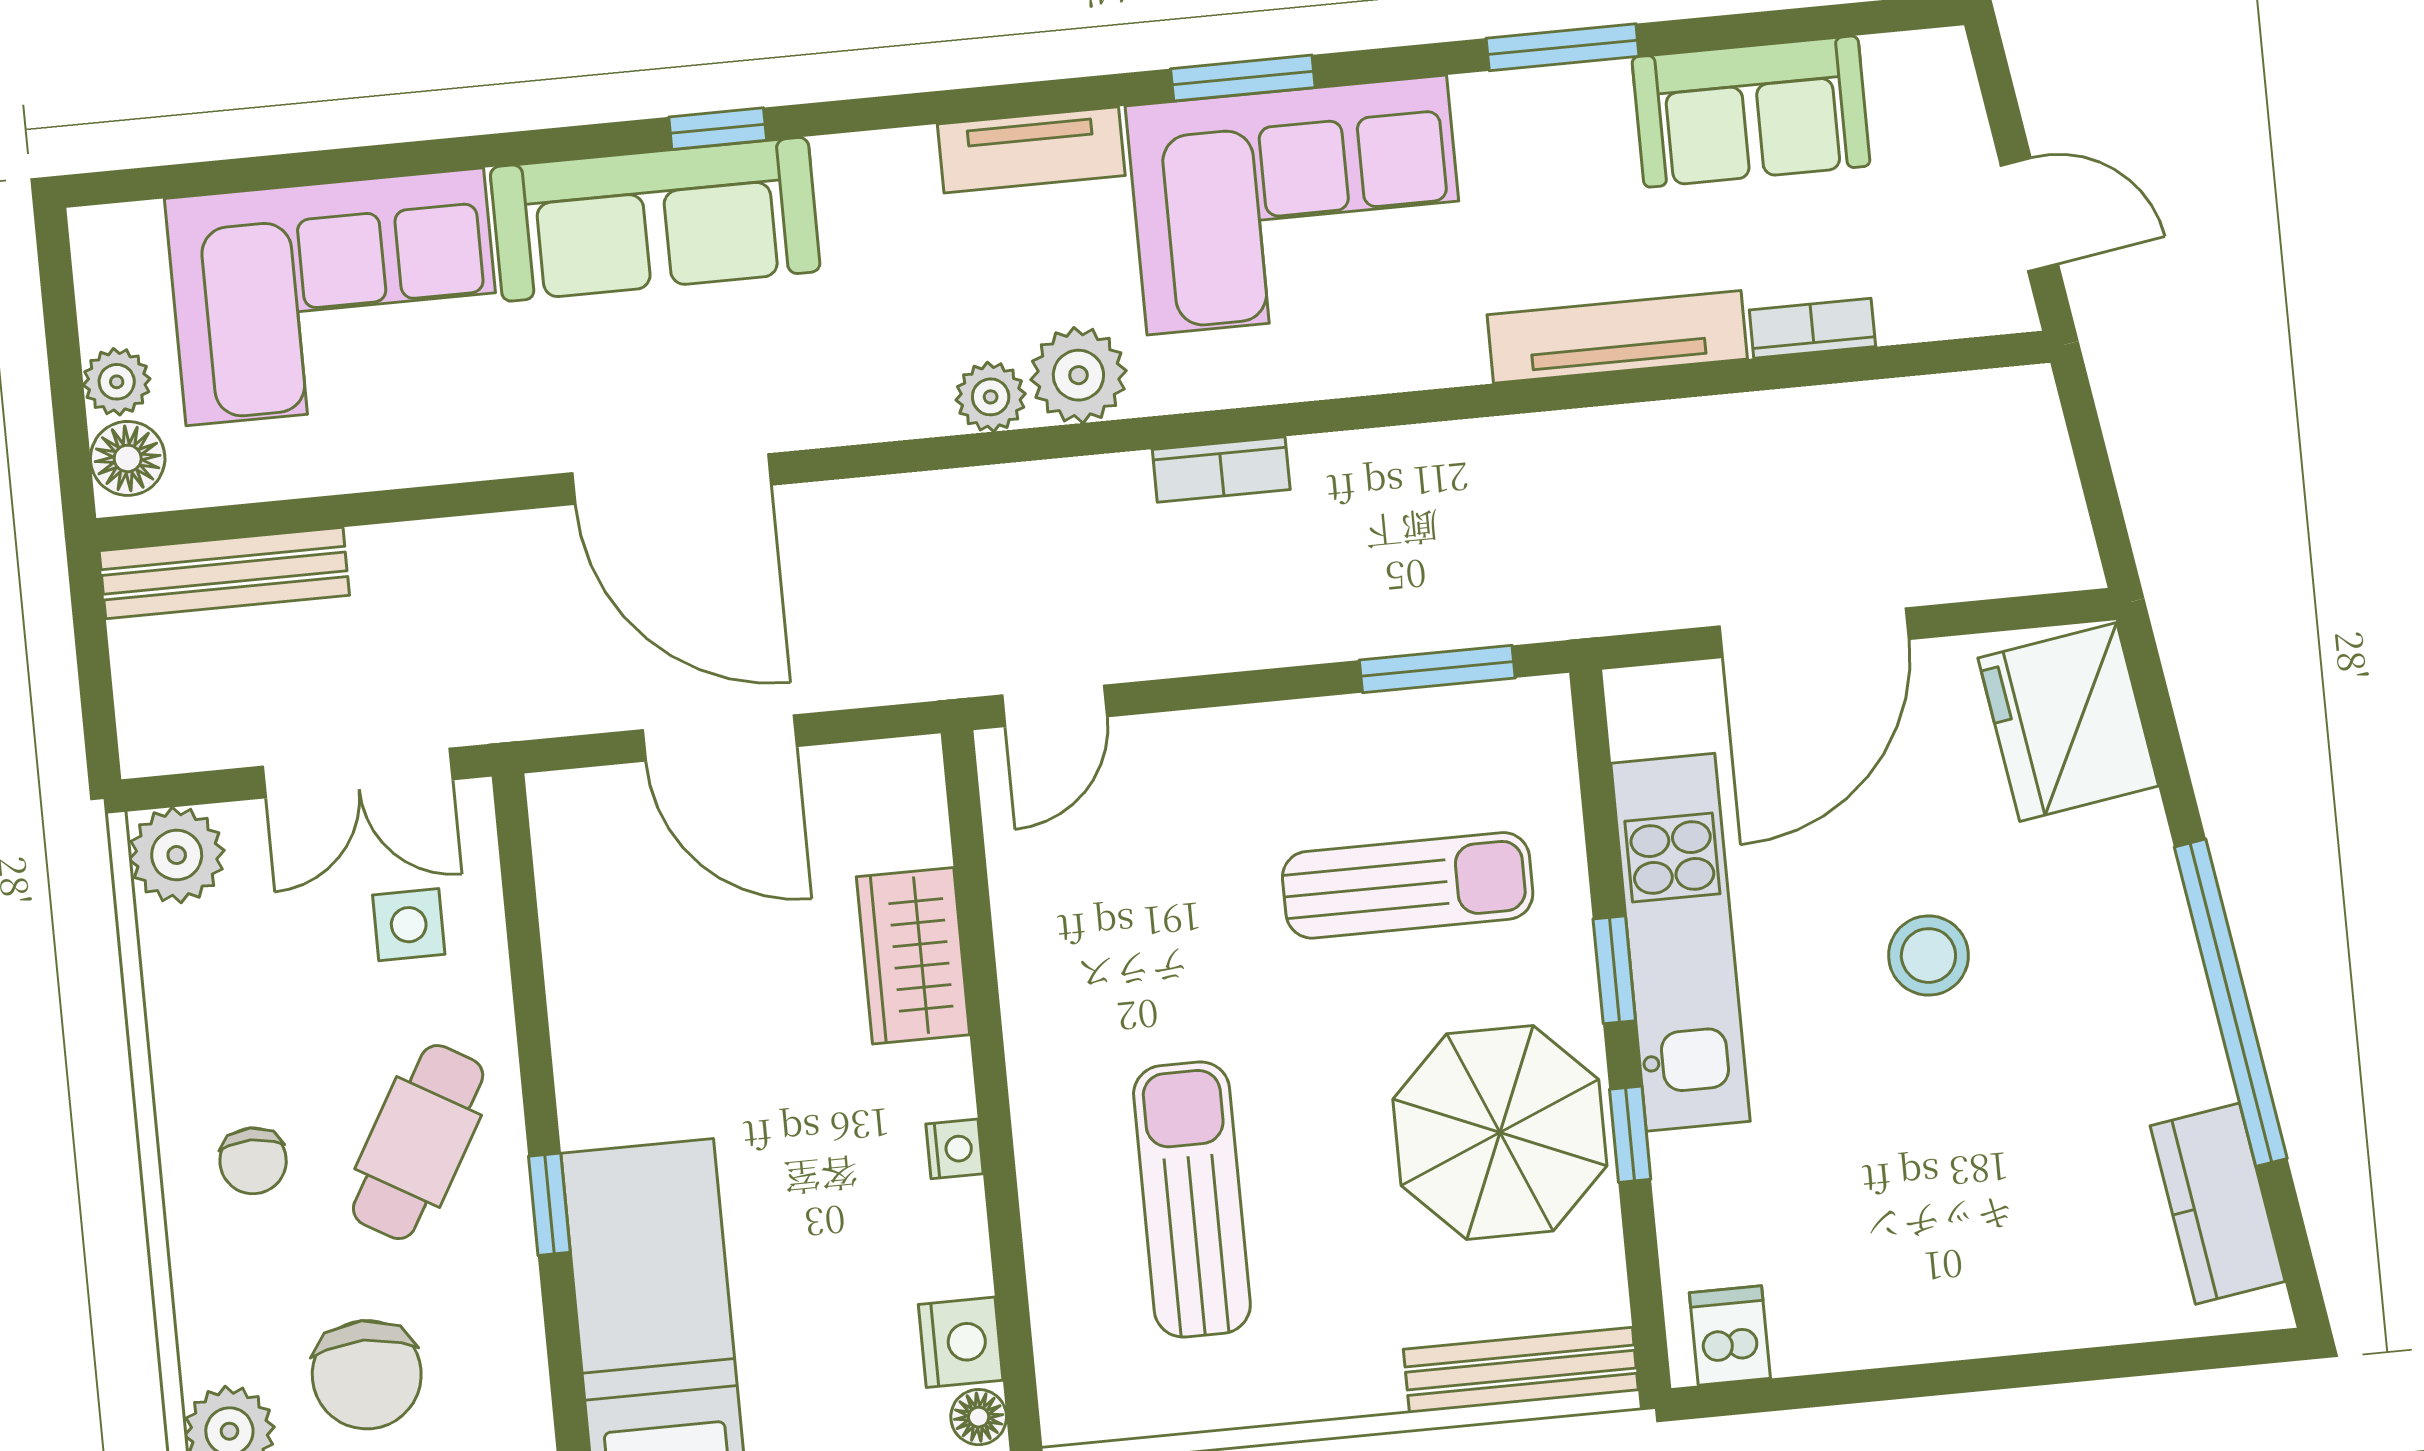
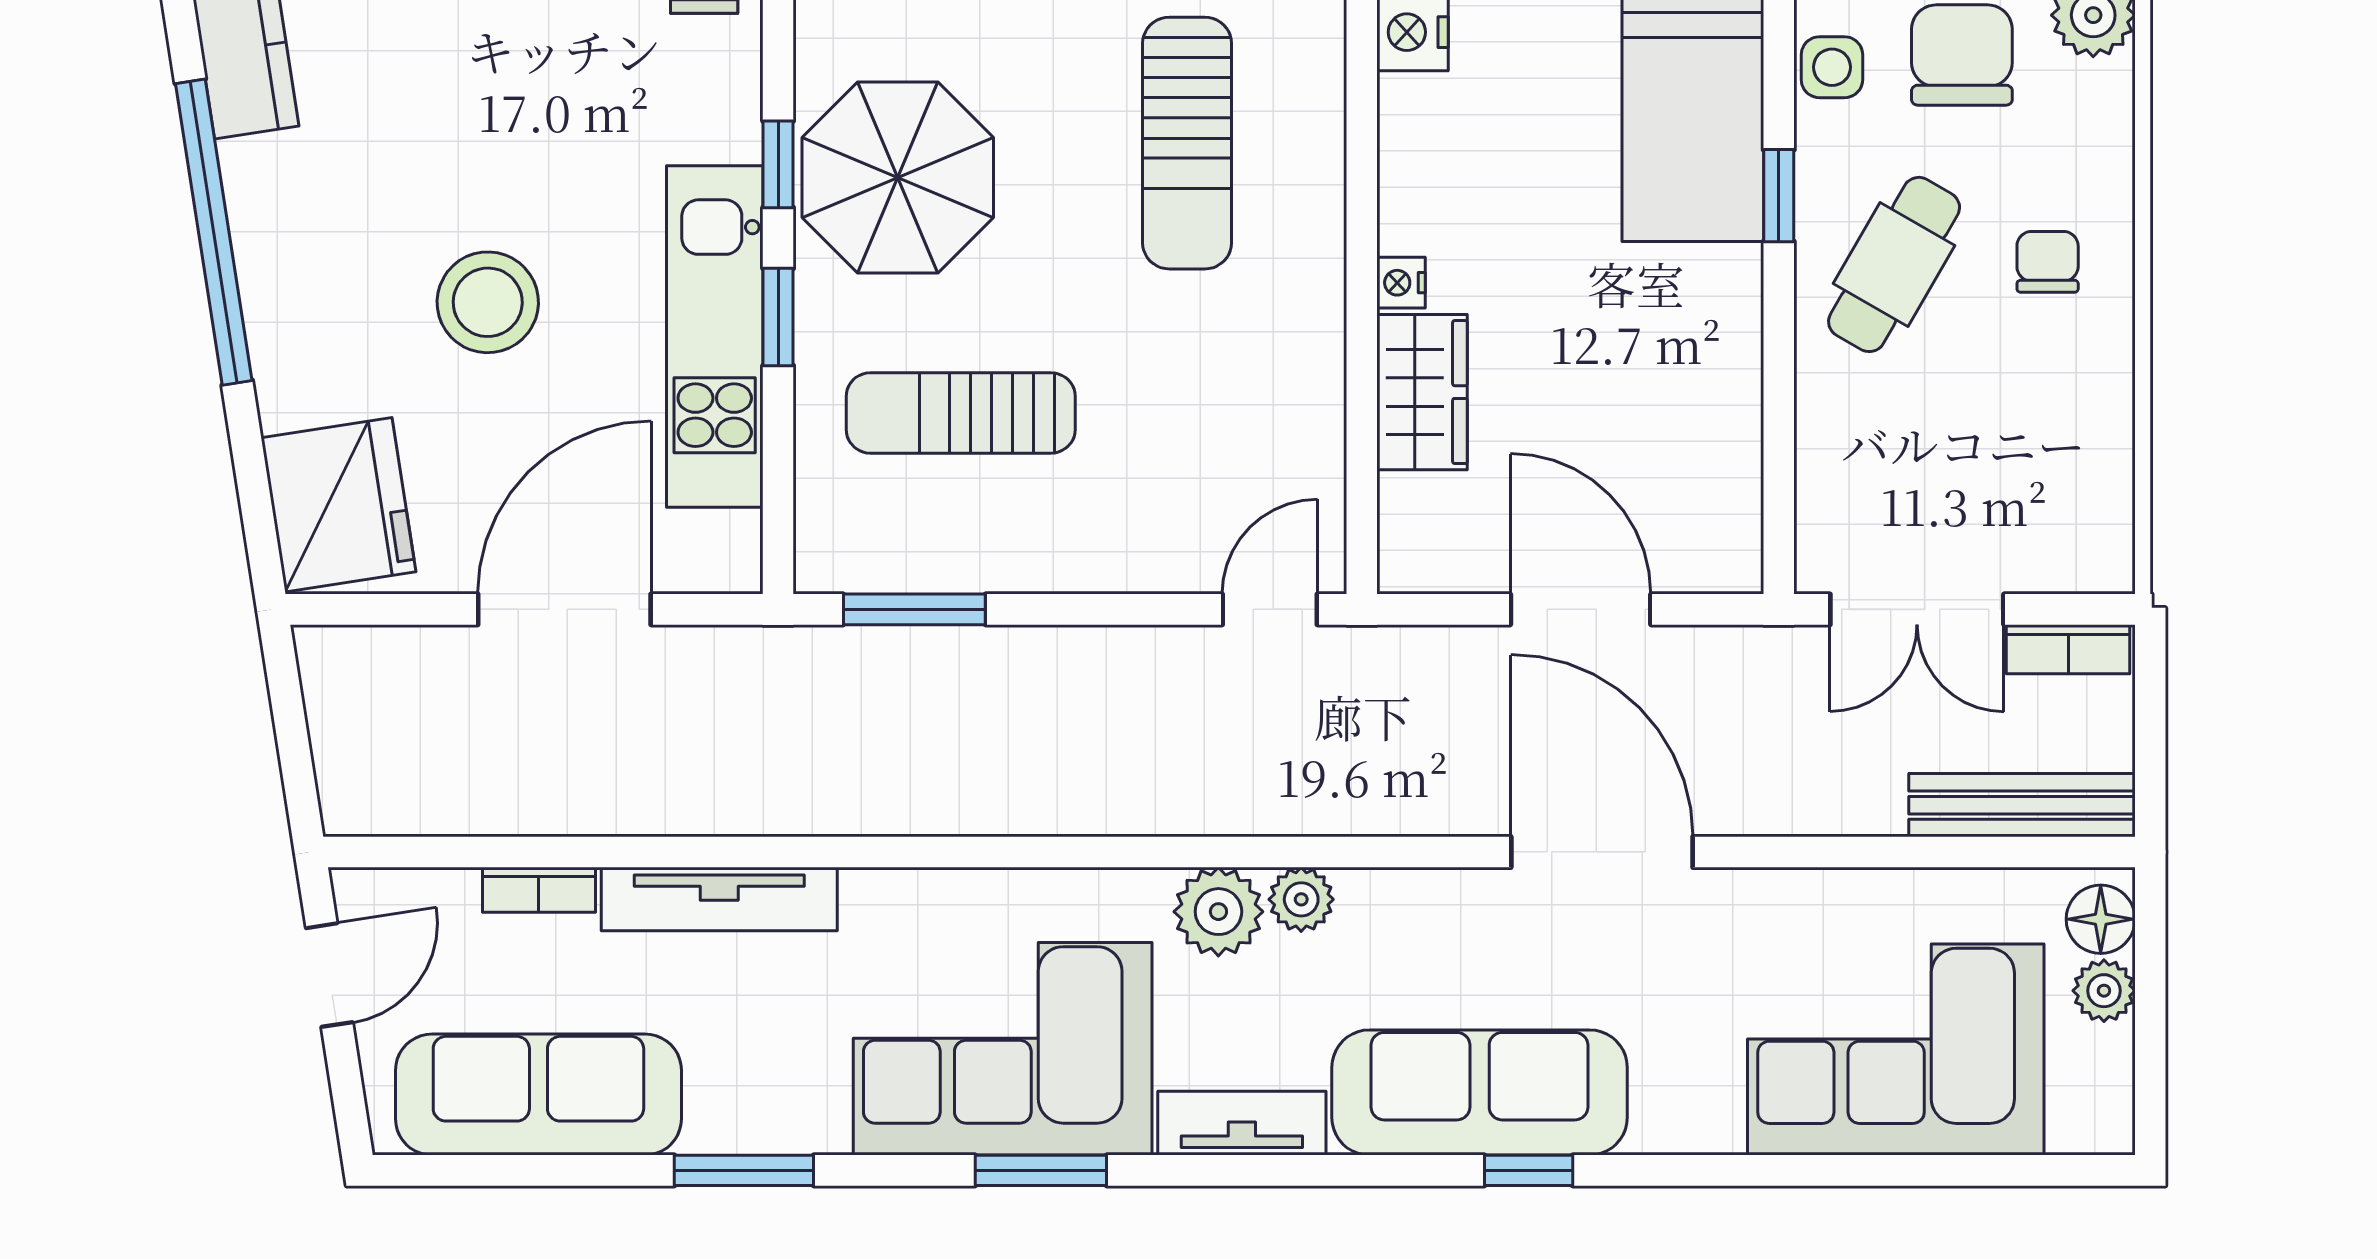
sofa: (1751, 112) -> (538, 1095), width x1.36
door: (2029, 215) -> (329, 975), swing flipped
sofa: (655, 219) -> (1480, 1093), moved
bookcase: (1221, 469) -> (2068, 649), moved, turned 180
double door: (358, 773) -> (1917, 609), swing flipped
plant: (177, 855) -> (2091, 550), removed
side table: (409, 925) -> (1832, 67), moved
stool: (1928, 956) -> (488, 302), width x1.38, depth x1.38
nightstand: (955, 1149) -> (1401, 283), moved

